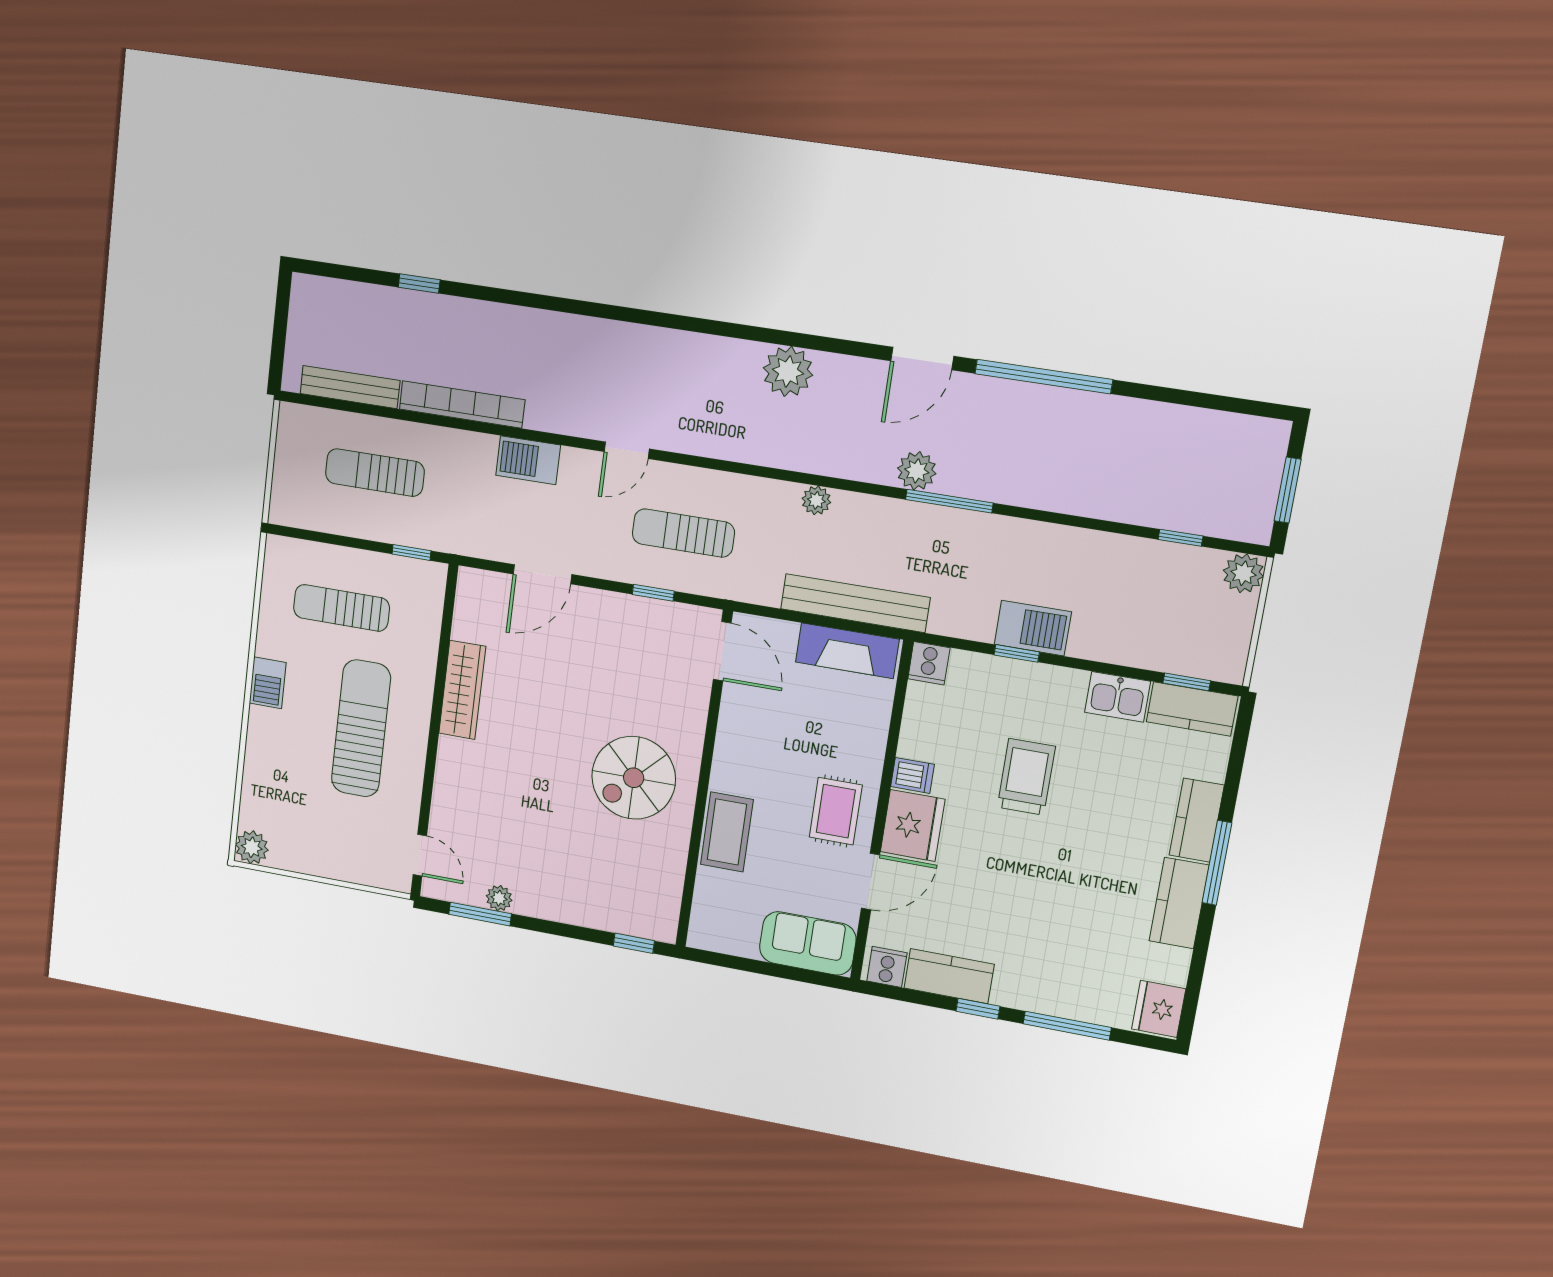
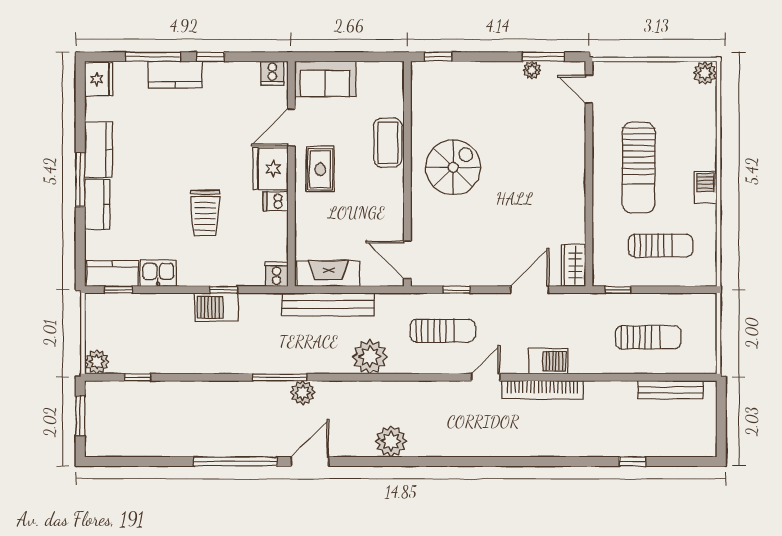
bookcase: (462, 404) -> (542, 390), moved
plant: (816, 500) -> (370, 357), width x1.87, depth x1.87
wardrobe: (462, 690) -> (573, 265), moved, width x0.67
kitchen counter: (949, 976) -> (175, 75), moved

